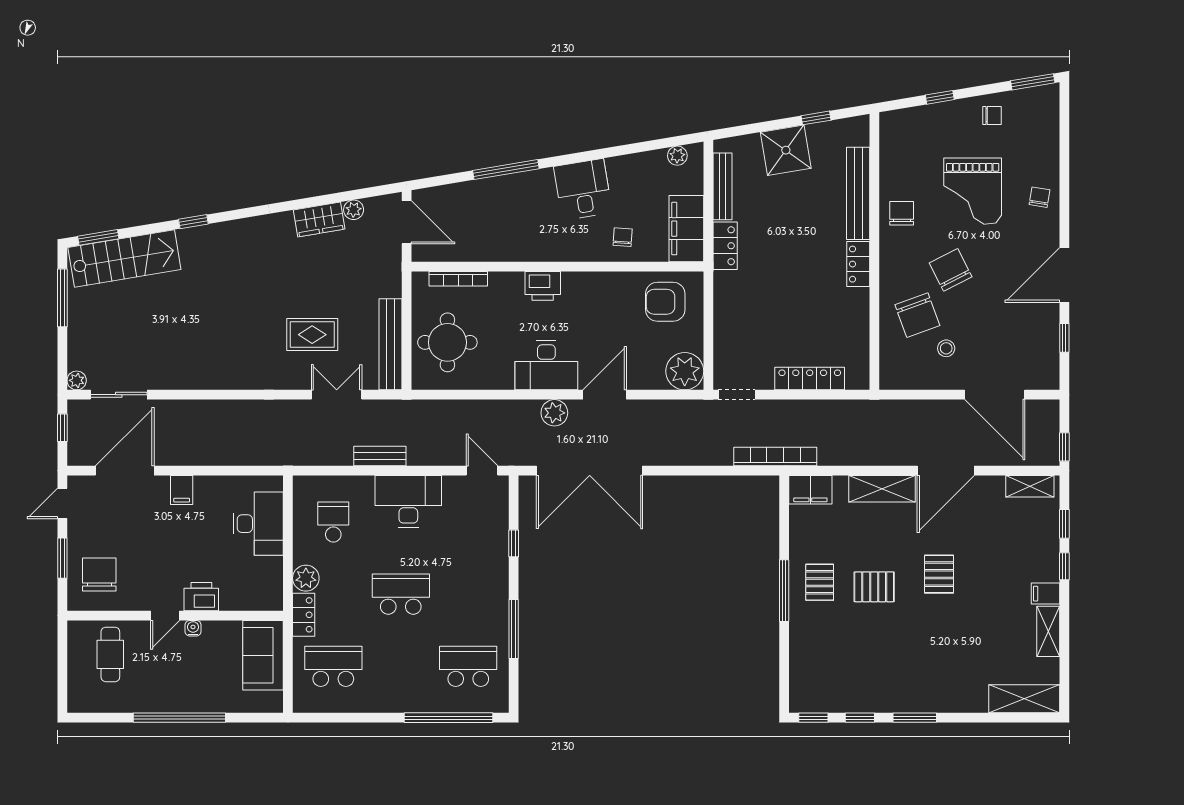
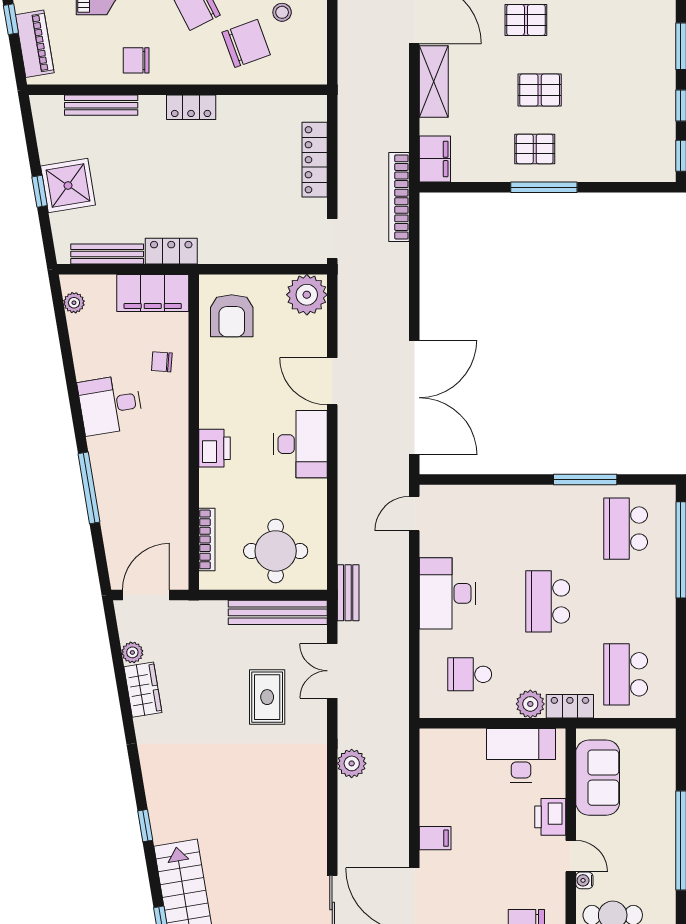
window: (816, 118) -> (40, 191), moved
piano: (917, 119) -> (35, 44), added
bench: (858, 193) -> (101, 105), width x0.73, depth x0.82
plant: (554, 413) -> (352, 763), moved
bench: (380, 456) -> (348, 593), moved
desk: (258, 524) -> (521, 755), moved
window: (514, 543) -> (493, 480), removed
pallet: (874, 587) -> (540, 90), turned 90
water cooler: (193, 628) -> (584, 880), moved
sofa: (263, 655) -> (598, 778), moved, turned -90

